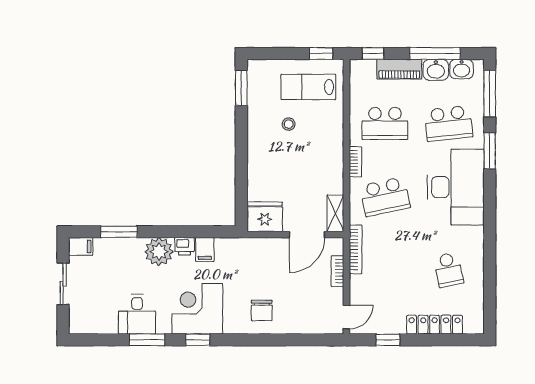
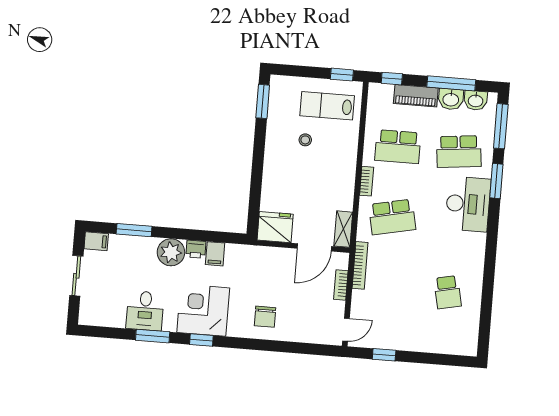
desk: (456, 187) -> (468, 204), width x0.73, depth x0.77
locker: (435, 325) -> (430, 344), removed

